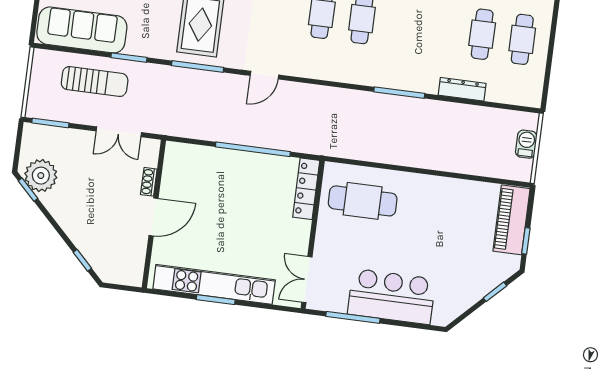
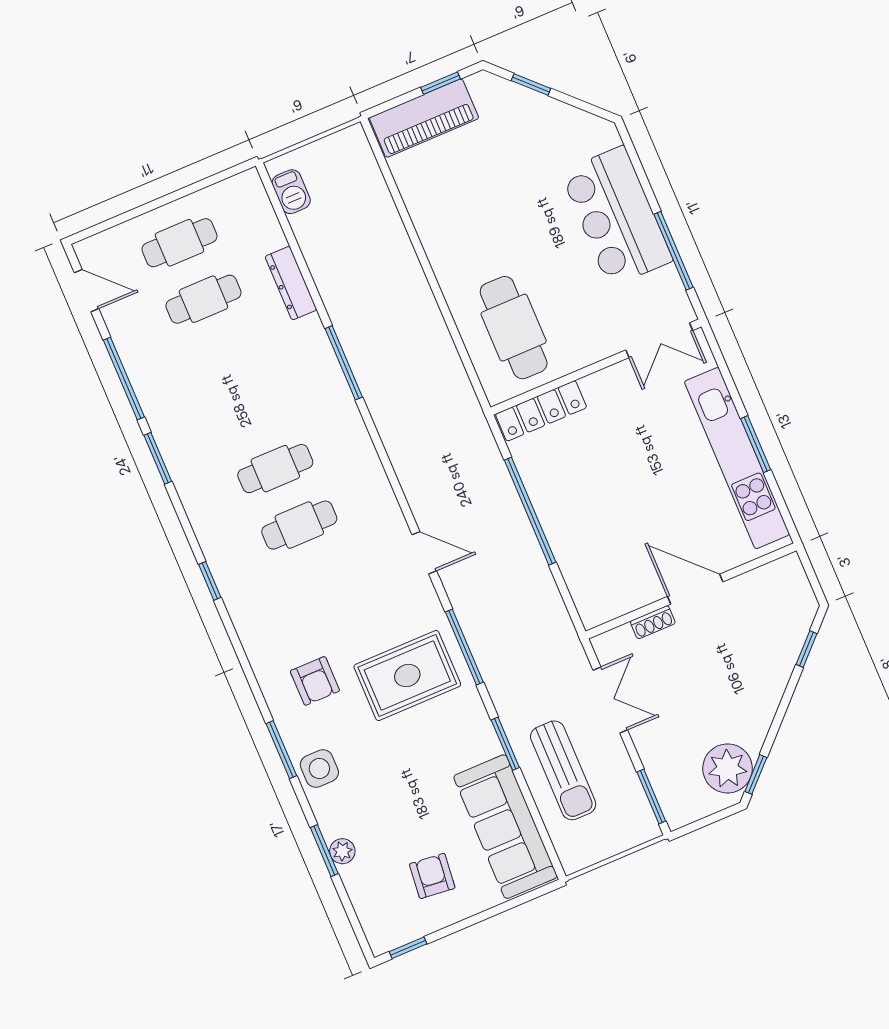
sun lounger: (95, 82) -> (563, 770), turned 180
barbecue: (526, 144) -> (291, 192), moved, turned -90

